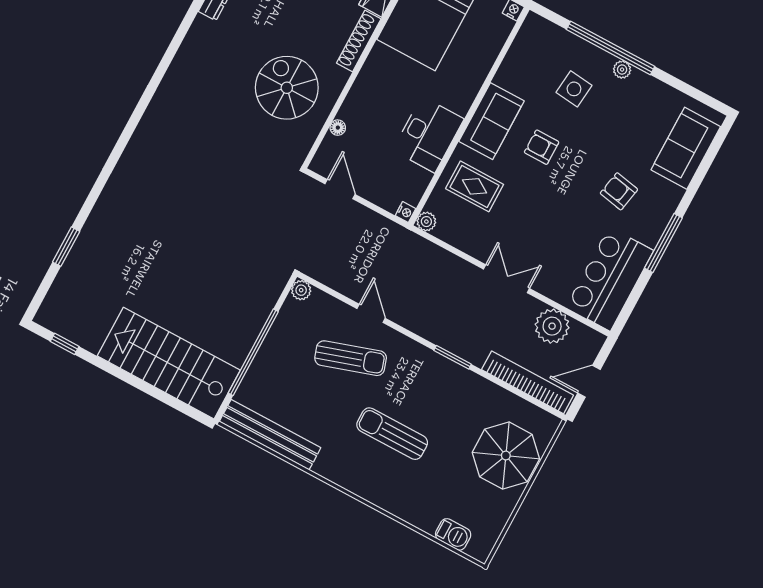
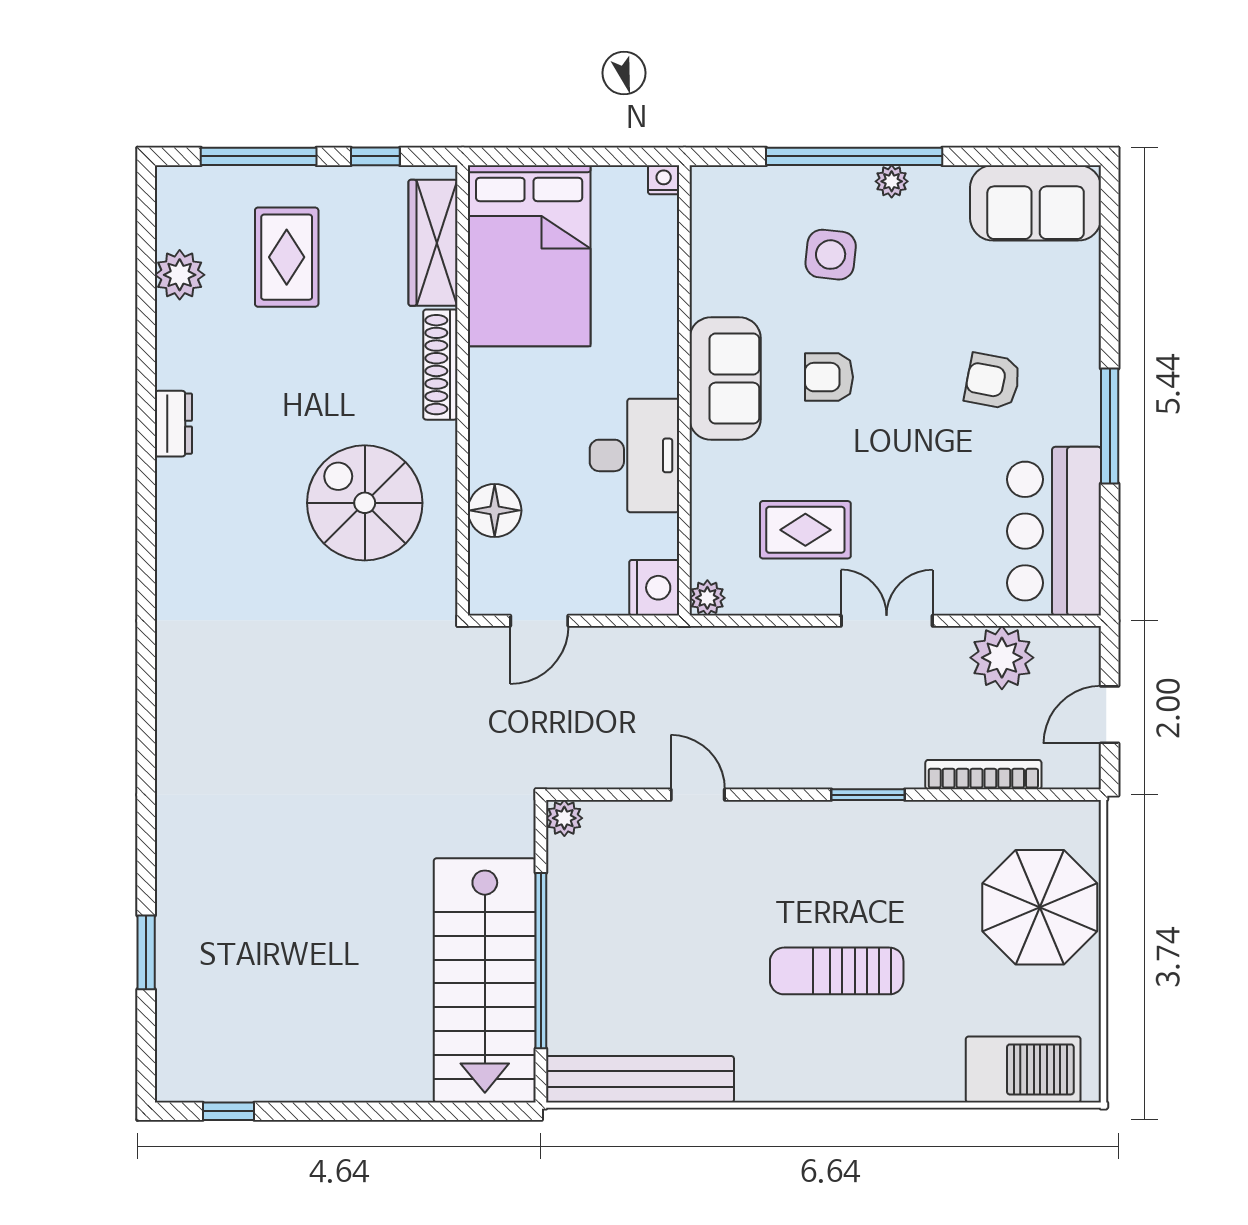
floor lamp: (338, 128) -> (495, 510), width x1.89, depth x1.89
sofa: (686, 148) -> (1036, 203), moved, turned -90
rug: (475, 186) -> (805, 530), moved
door: (340, 189) -> (539, 621), swing flipped
nightstand: (406, 212) -> (654, 588), width x1.89, depth x1.79
sun lounger: (351, 358) -> (704, 885), removed
stairs: (169, 363) -> (485, 980), moved, turned -90
bookcase: (528, 382) -> (983, 775), width x0.68, depth x0.76
barbecue: (453, 534) -> (1023, 1069), width x1.88, depth x1.53

